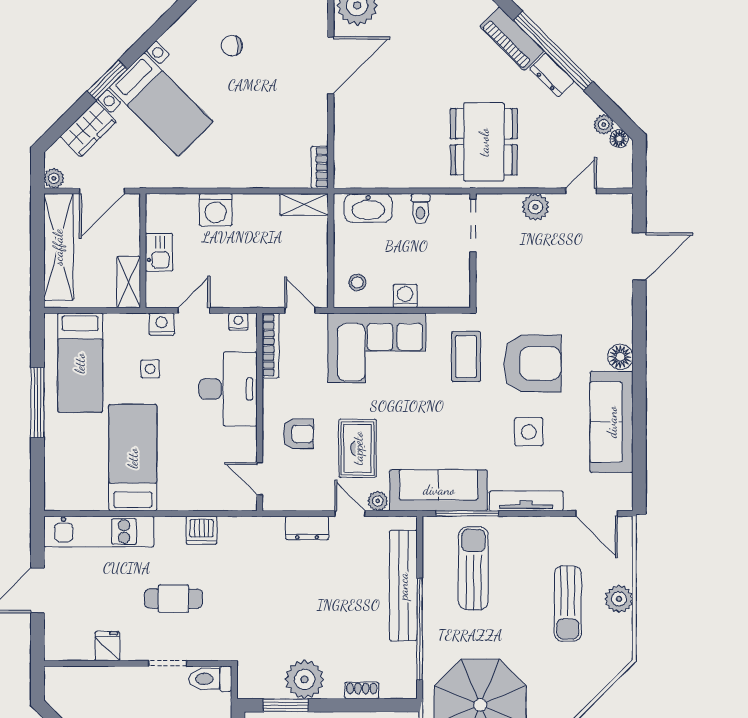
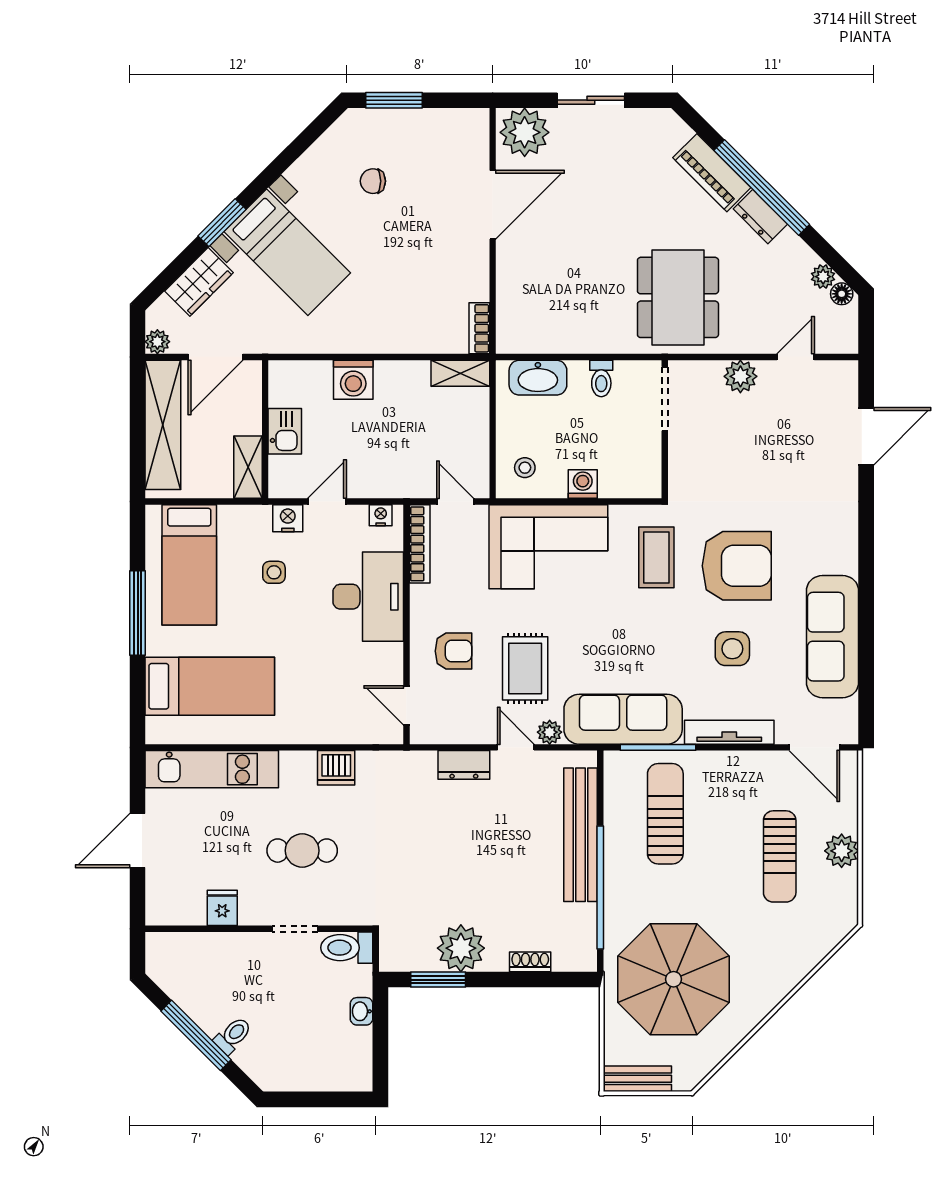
floor lamp: (620, 357) -> (843, 558), removed
bed: (133, 458) -> (210, 686), moved, turned 90

